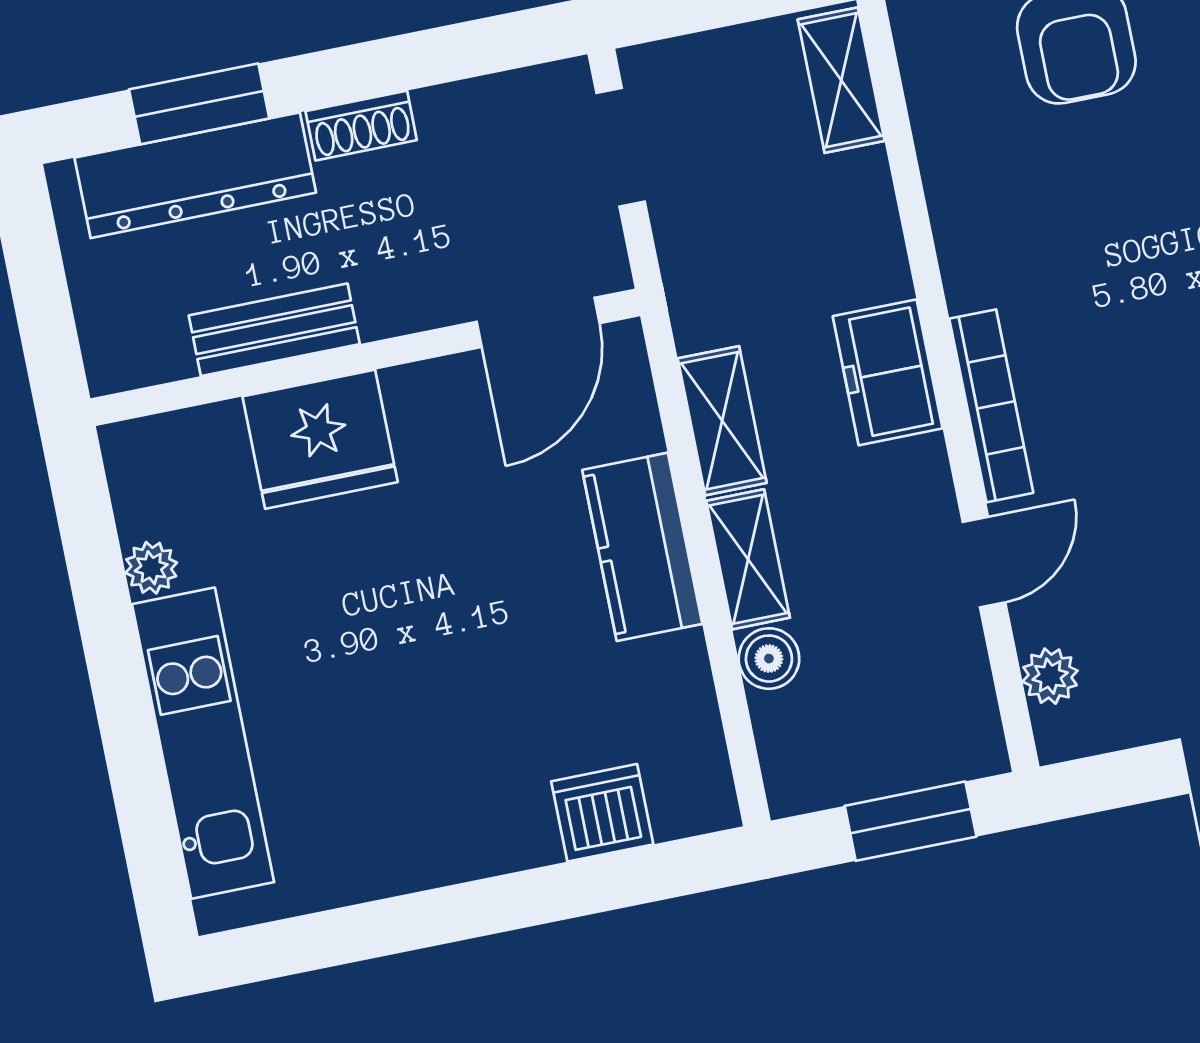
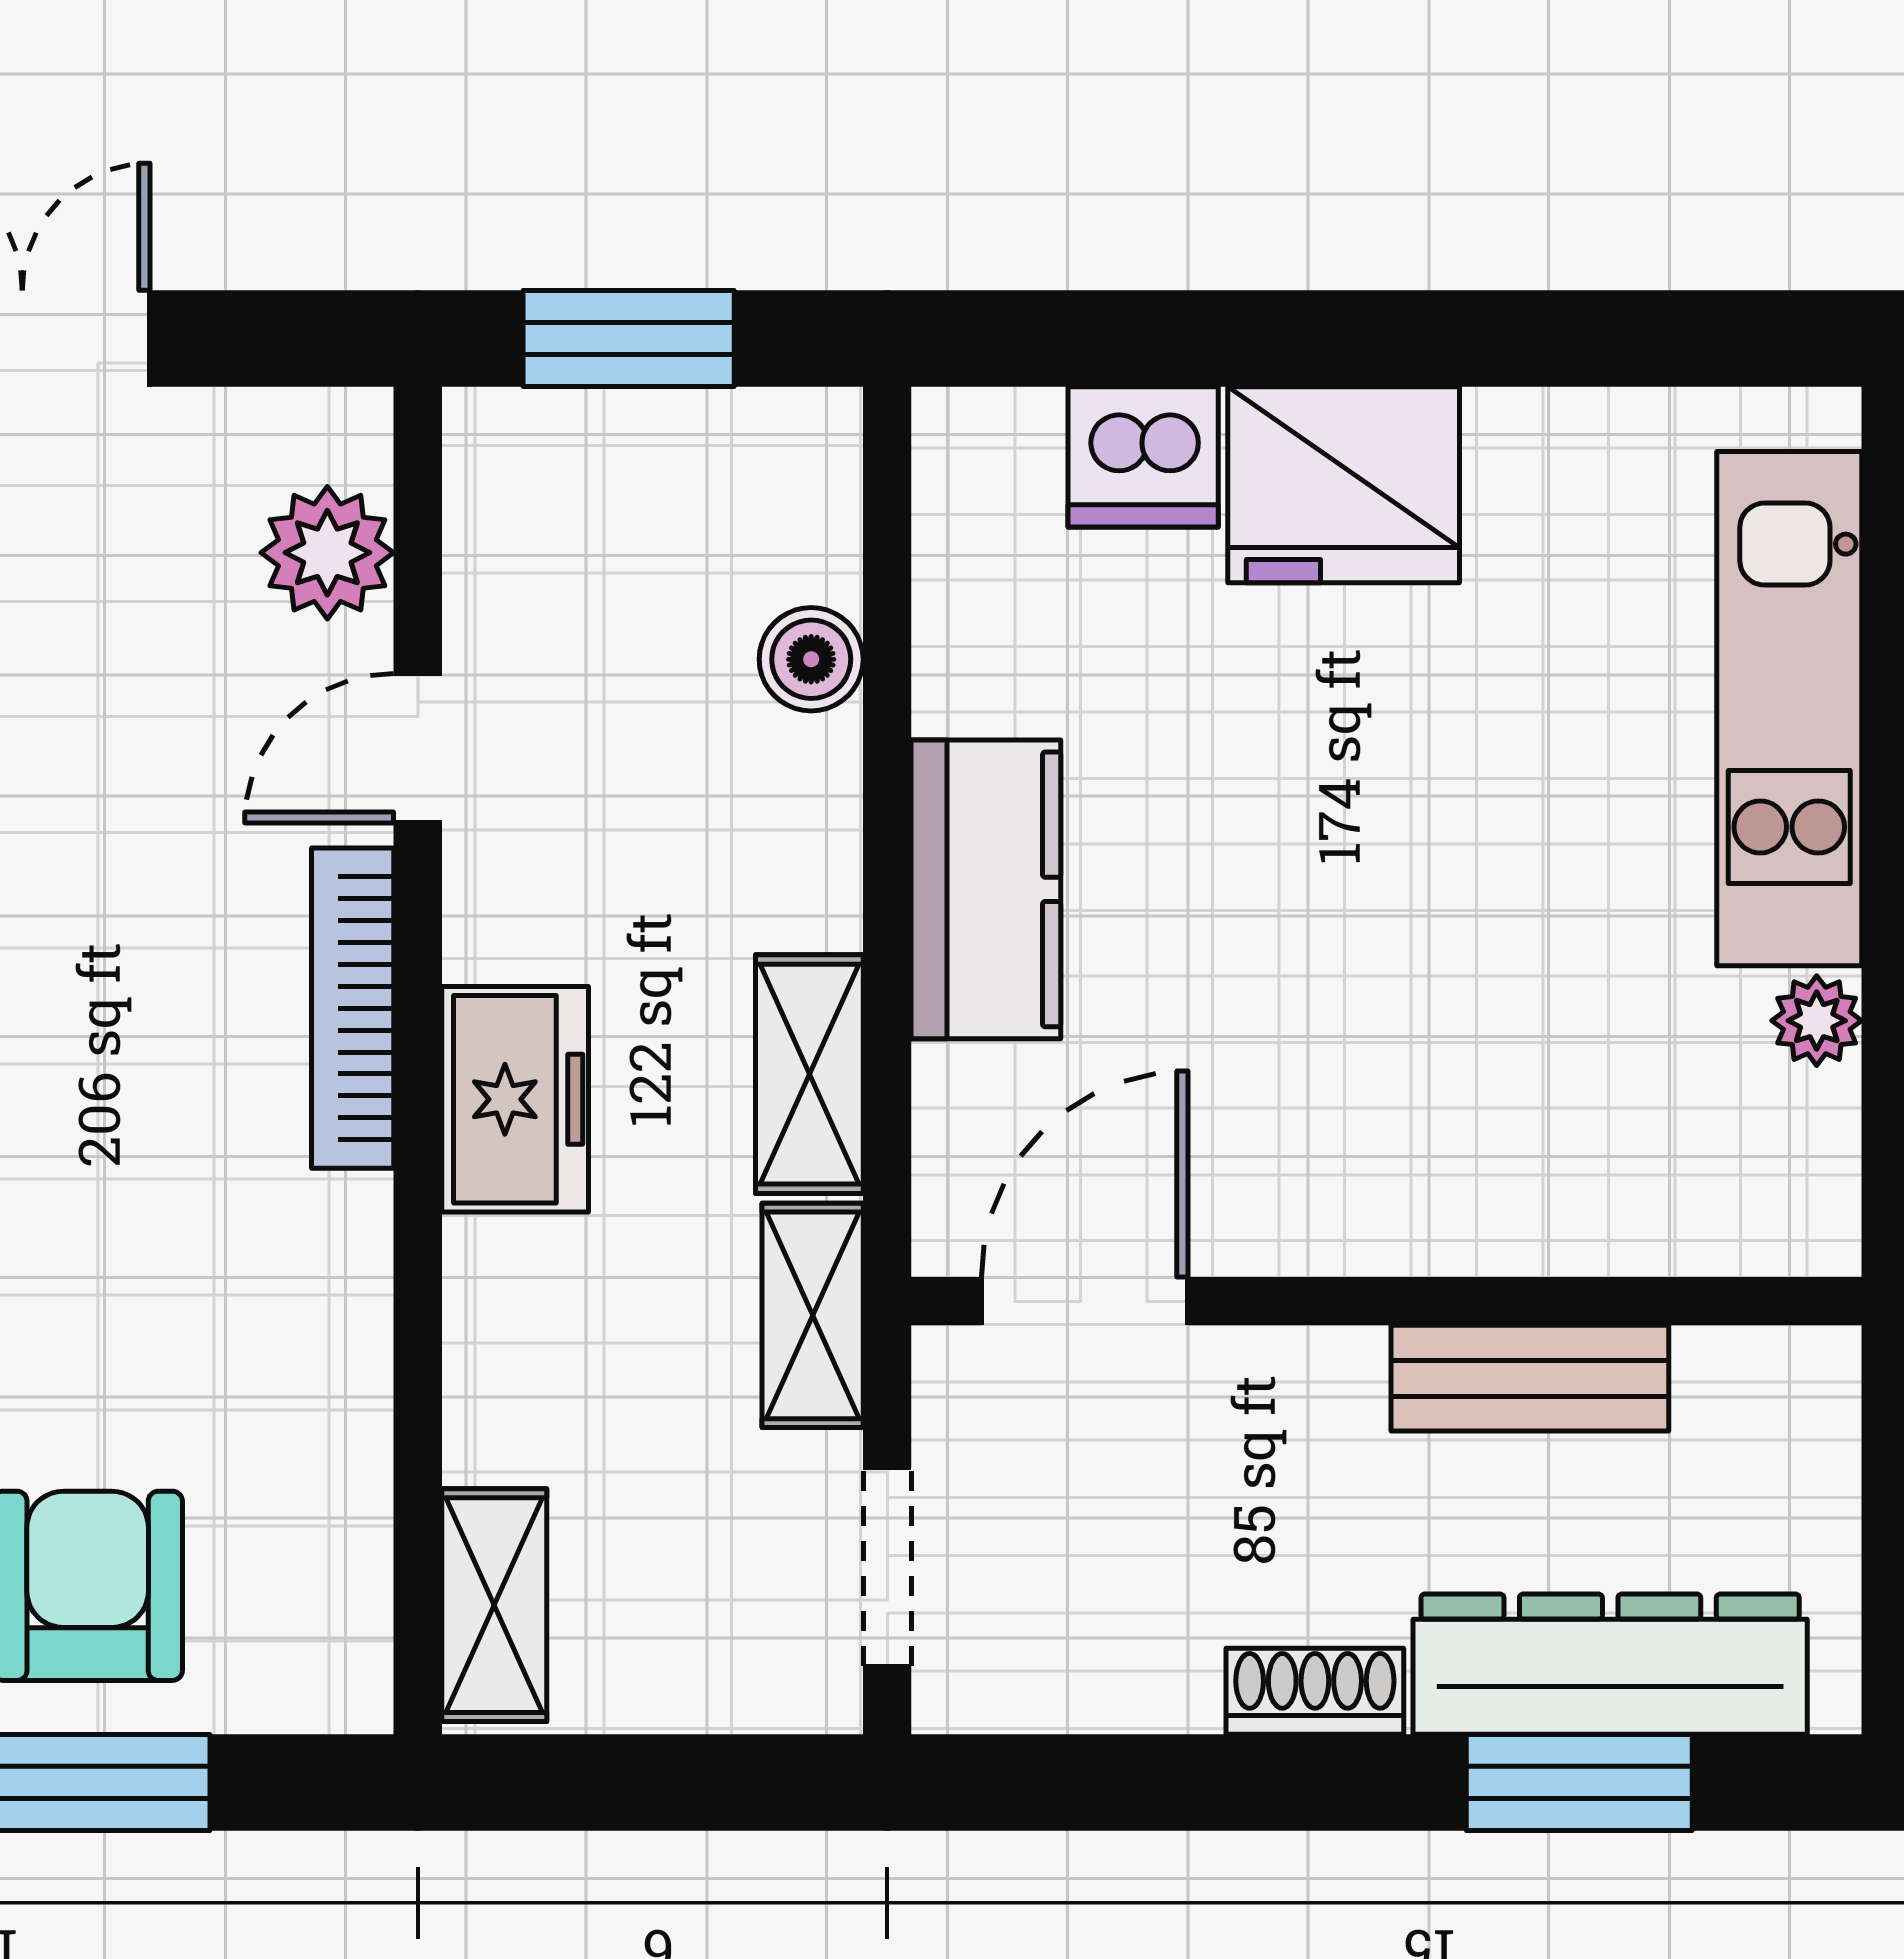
fridge: (320, 439) -> (1344, 485), moved, turned 180
shelving: (748, 559) -> (813, 1315), moved
plant: (1050, 676) -> (327, 553), width x1.38, depth x1.38

